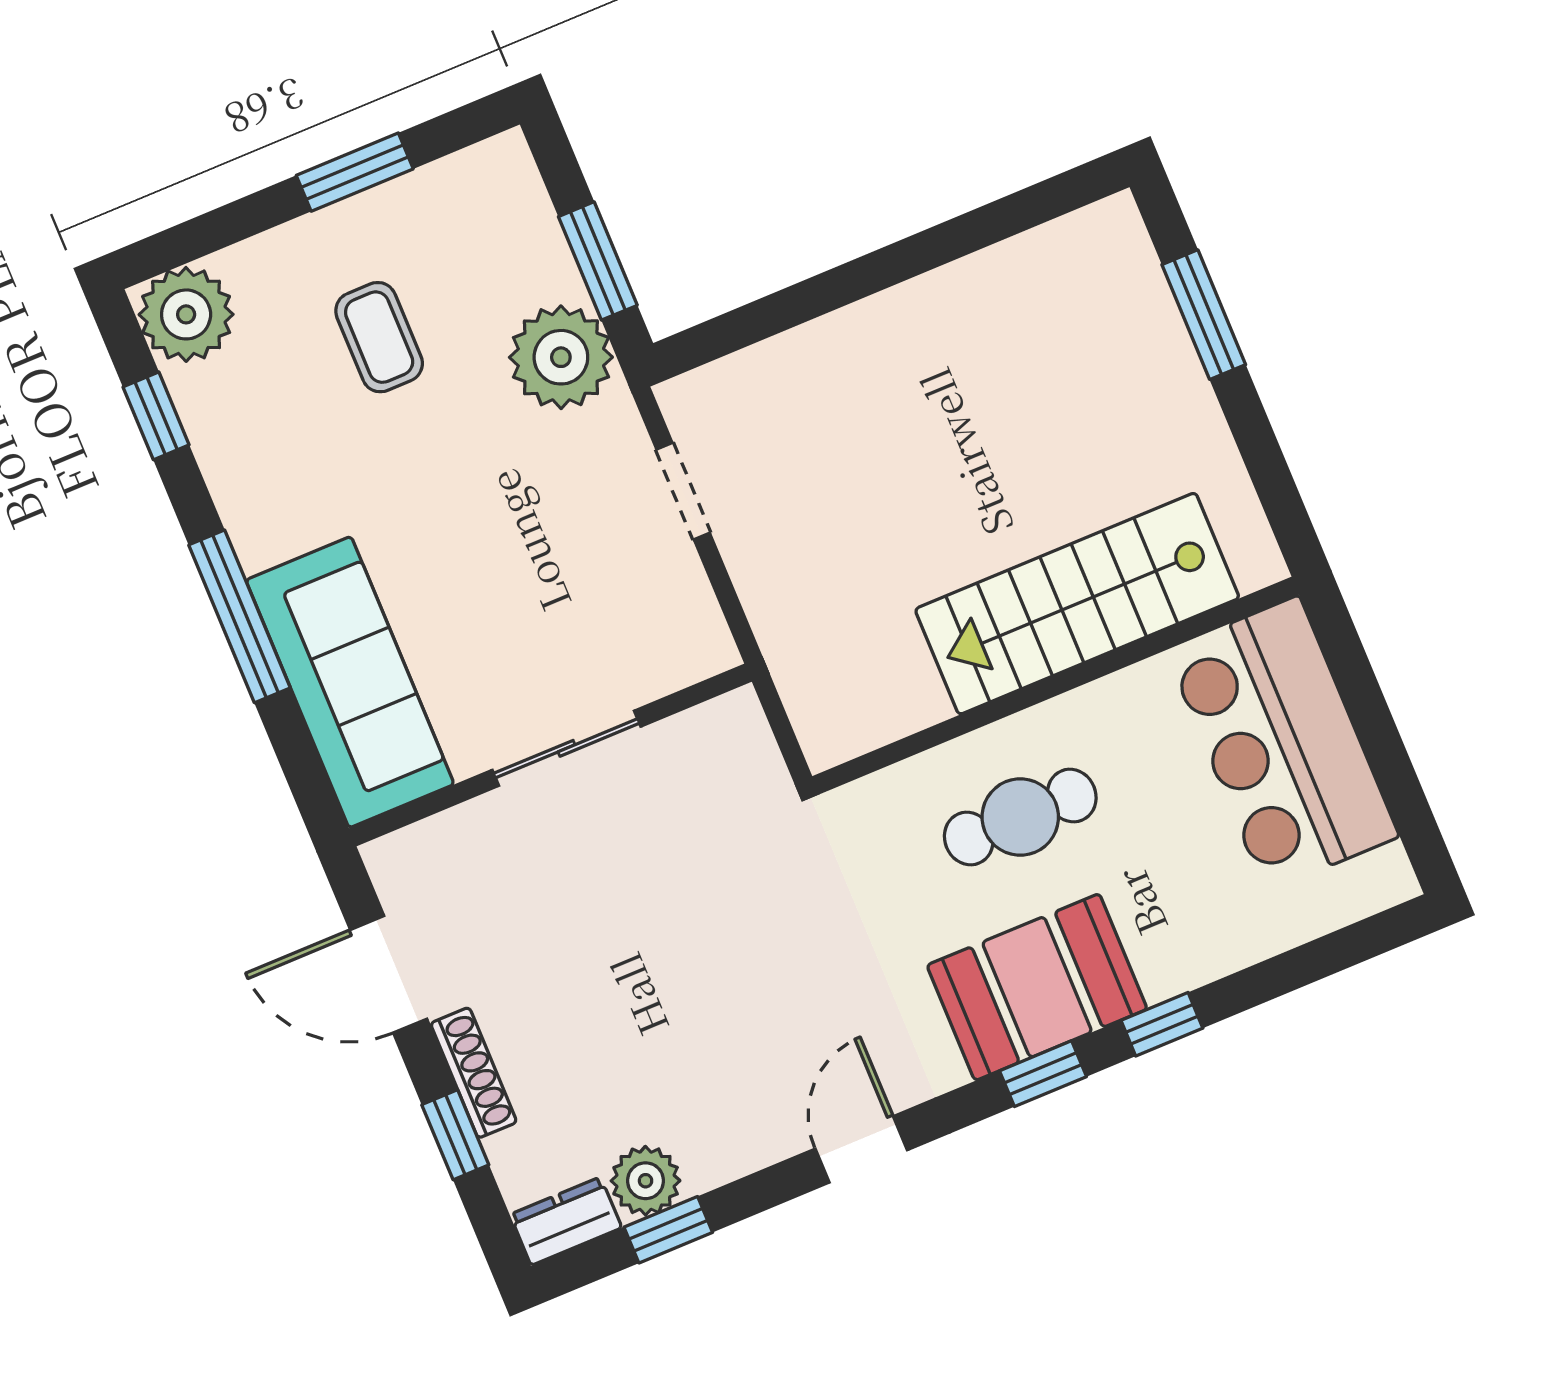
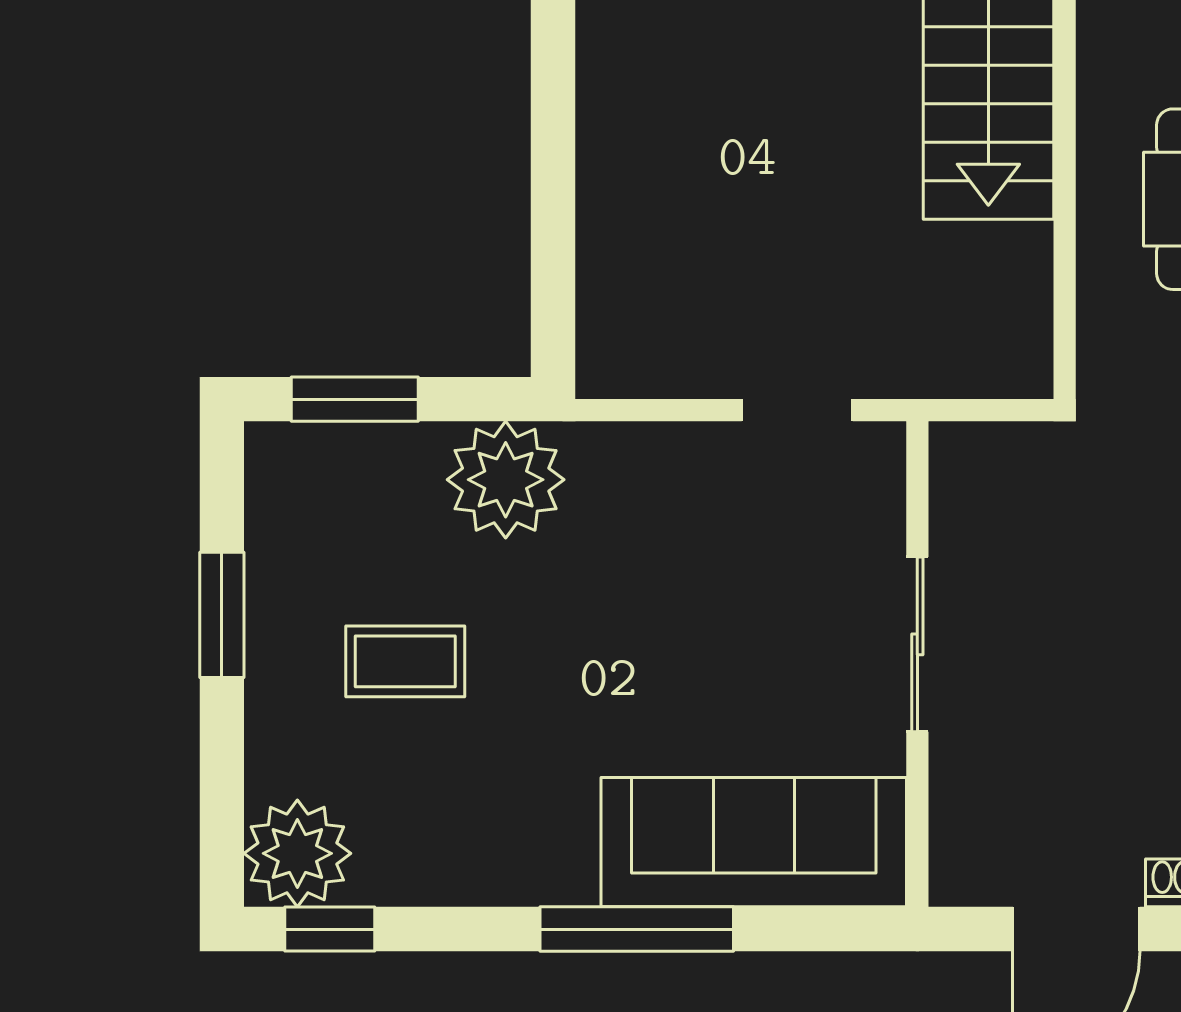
window: (598, 261) -> (355, 399), moved
window: (156, 416) -> (330, 929), moved
doorway: (683, 491) -> (797, 410), moved

